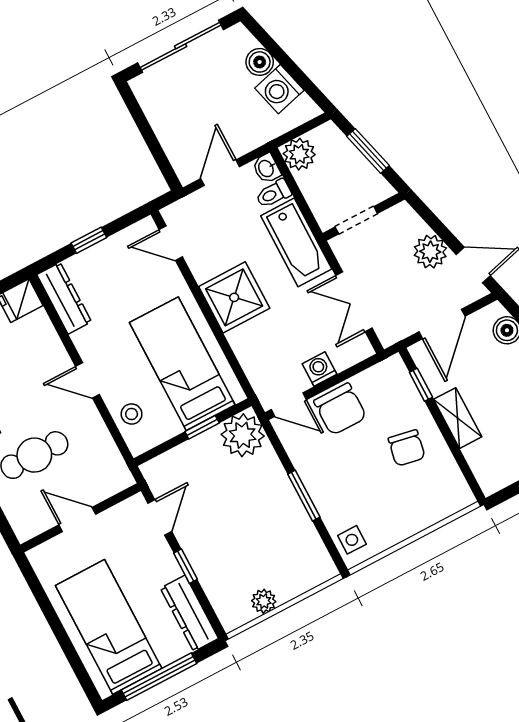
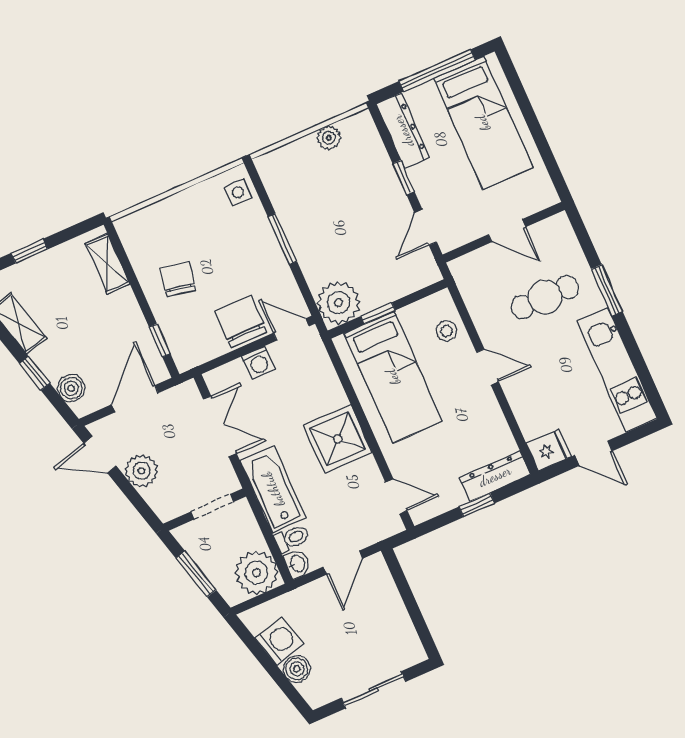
sliding door: (181, 46) -> (373, 690), width x0.73
plant: (299, 154) -> (256, 573), width x1.36, depth x1.36
dresser: (64, 298) -> (495, 476), moved, turned 90
shelving: (458, 418) -> (107, 264), moved

